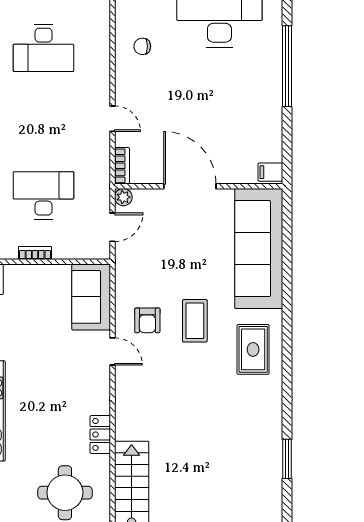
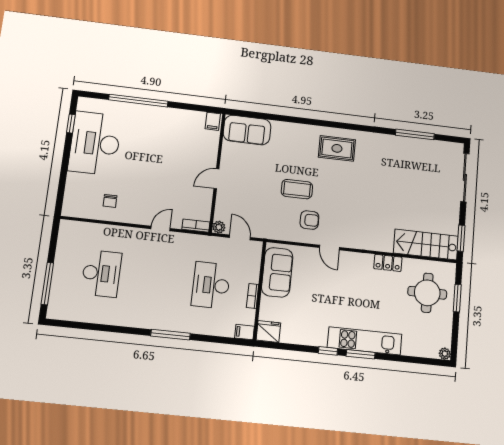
door: (190, 186) -> (216, 179), width x0.53
sofa: (259, 249) -> (247, 130), width x0.54, depth x0.79
sofa: (91, 297) -> (277, 272), moved, turned -90
coffee table: (195, 321) -> (297, 189), moved
door: (112, 351) -> (329, 247), swing flipped
window: (287, 459) -> (415, 134), width x1.44

